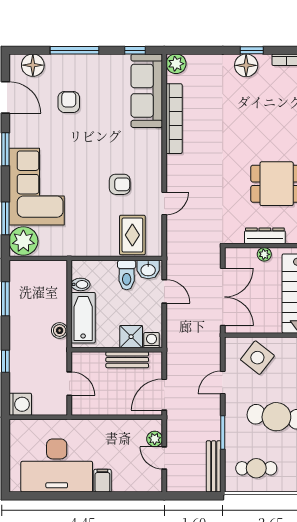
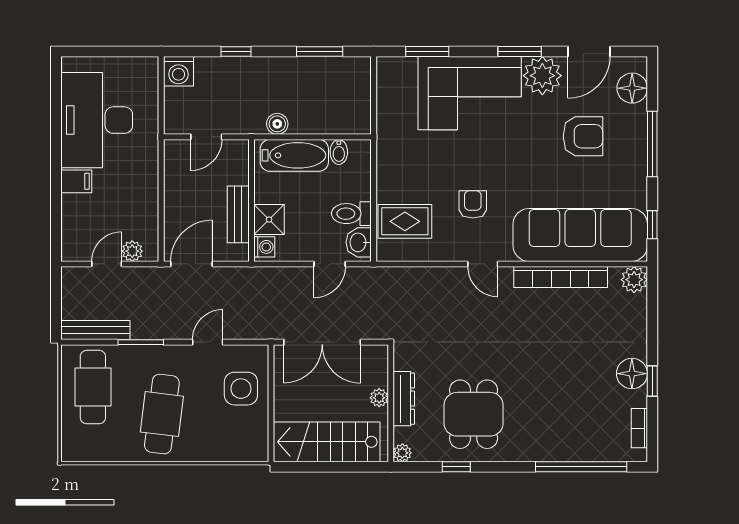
sofa: (147, 91) -> (580, 235), width x1.36, depth x1.27
armchair: (69, 102) -> (583, 136), width x1.38, depth x1.38
armchair: (120, 184) -> (473, 204), turned 180
door: (164, 203) -> (483, 264), moved
plant: (23, 241) -> (542, 76), moved
side table: (257, 358) -> (241, 389), turned -38
door: (223, 382) -> (208, 342), hinge flipped
door: (164, 395) -> (191, 264), hinge flipped
cafe table: (256, 468) -> (93, 387), width x1.37, depth x1.35

